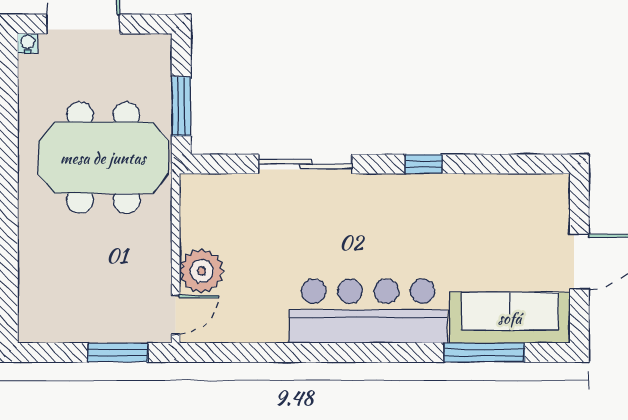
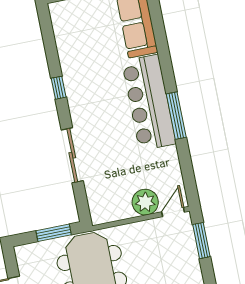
door: (176, 315) -> (173, 212), hinge flipped
window: (484, 353) -> (176, 116), moved

